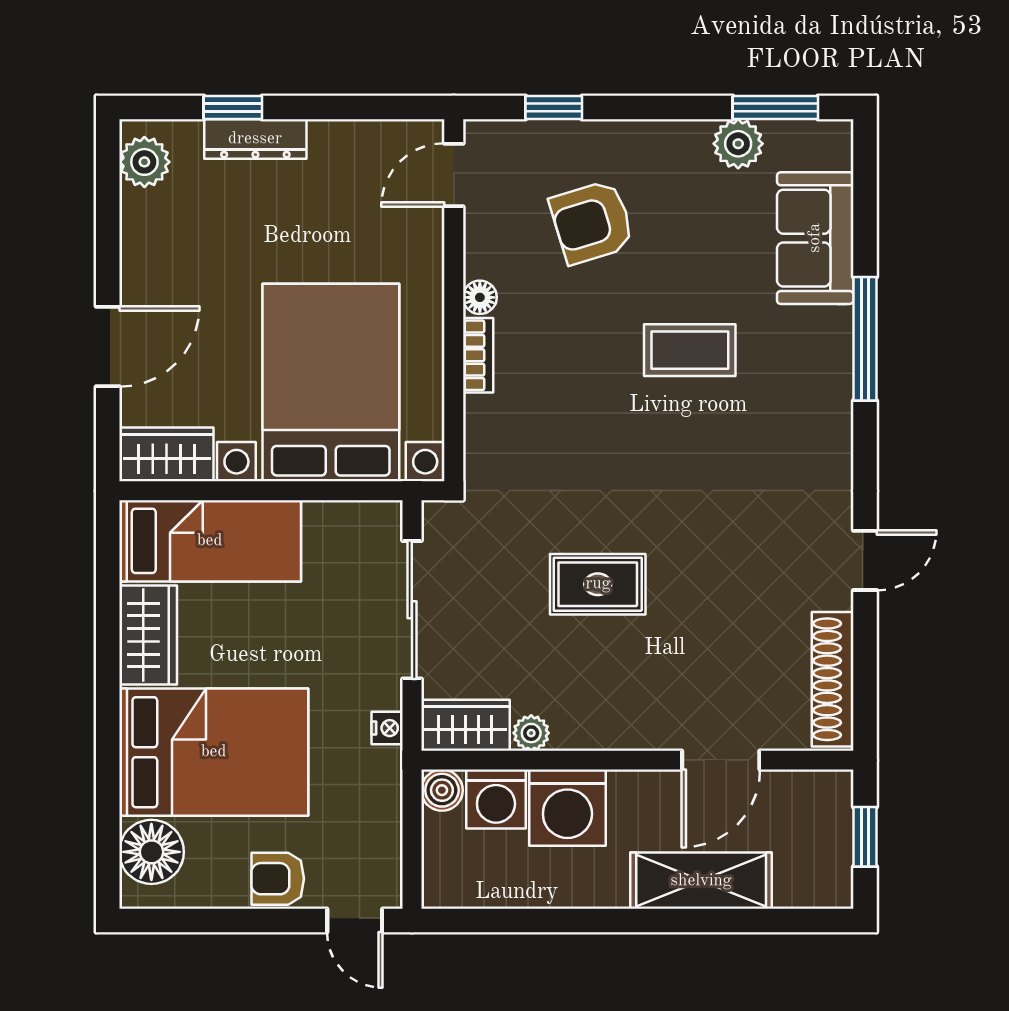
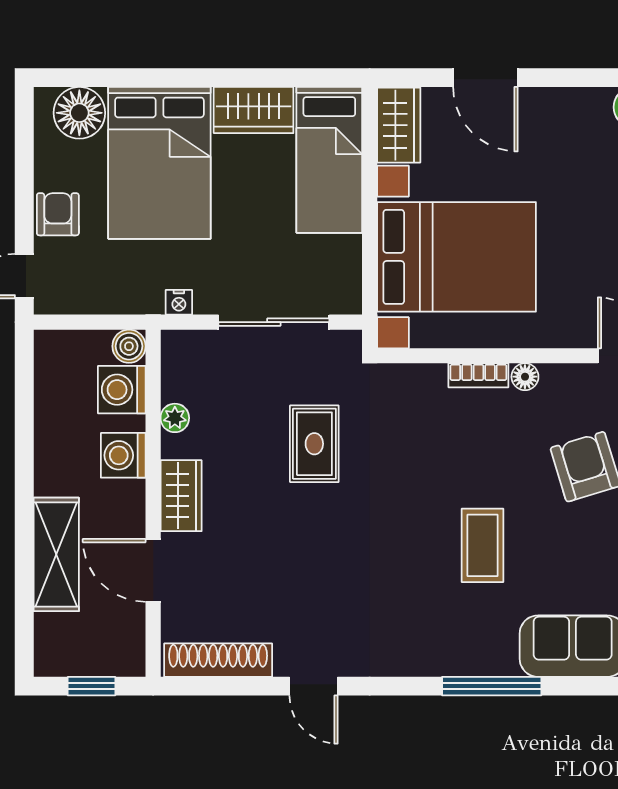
rug: (598, 584) -> (314, 444), moved
wardrobe: (465, 725) -> (181, 496), moved
washing machine: (567, 808) -> (123, 455), width x0.73, depth x0.73

